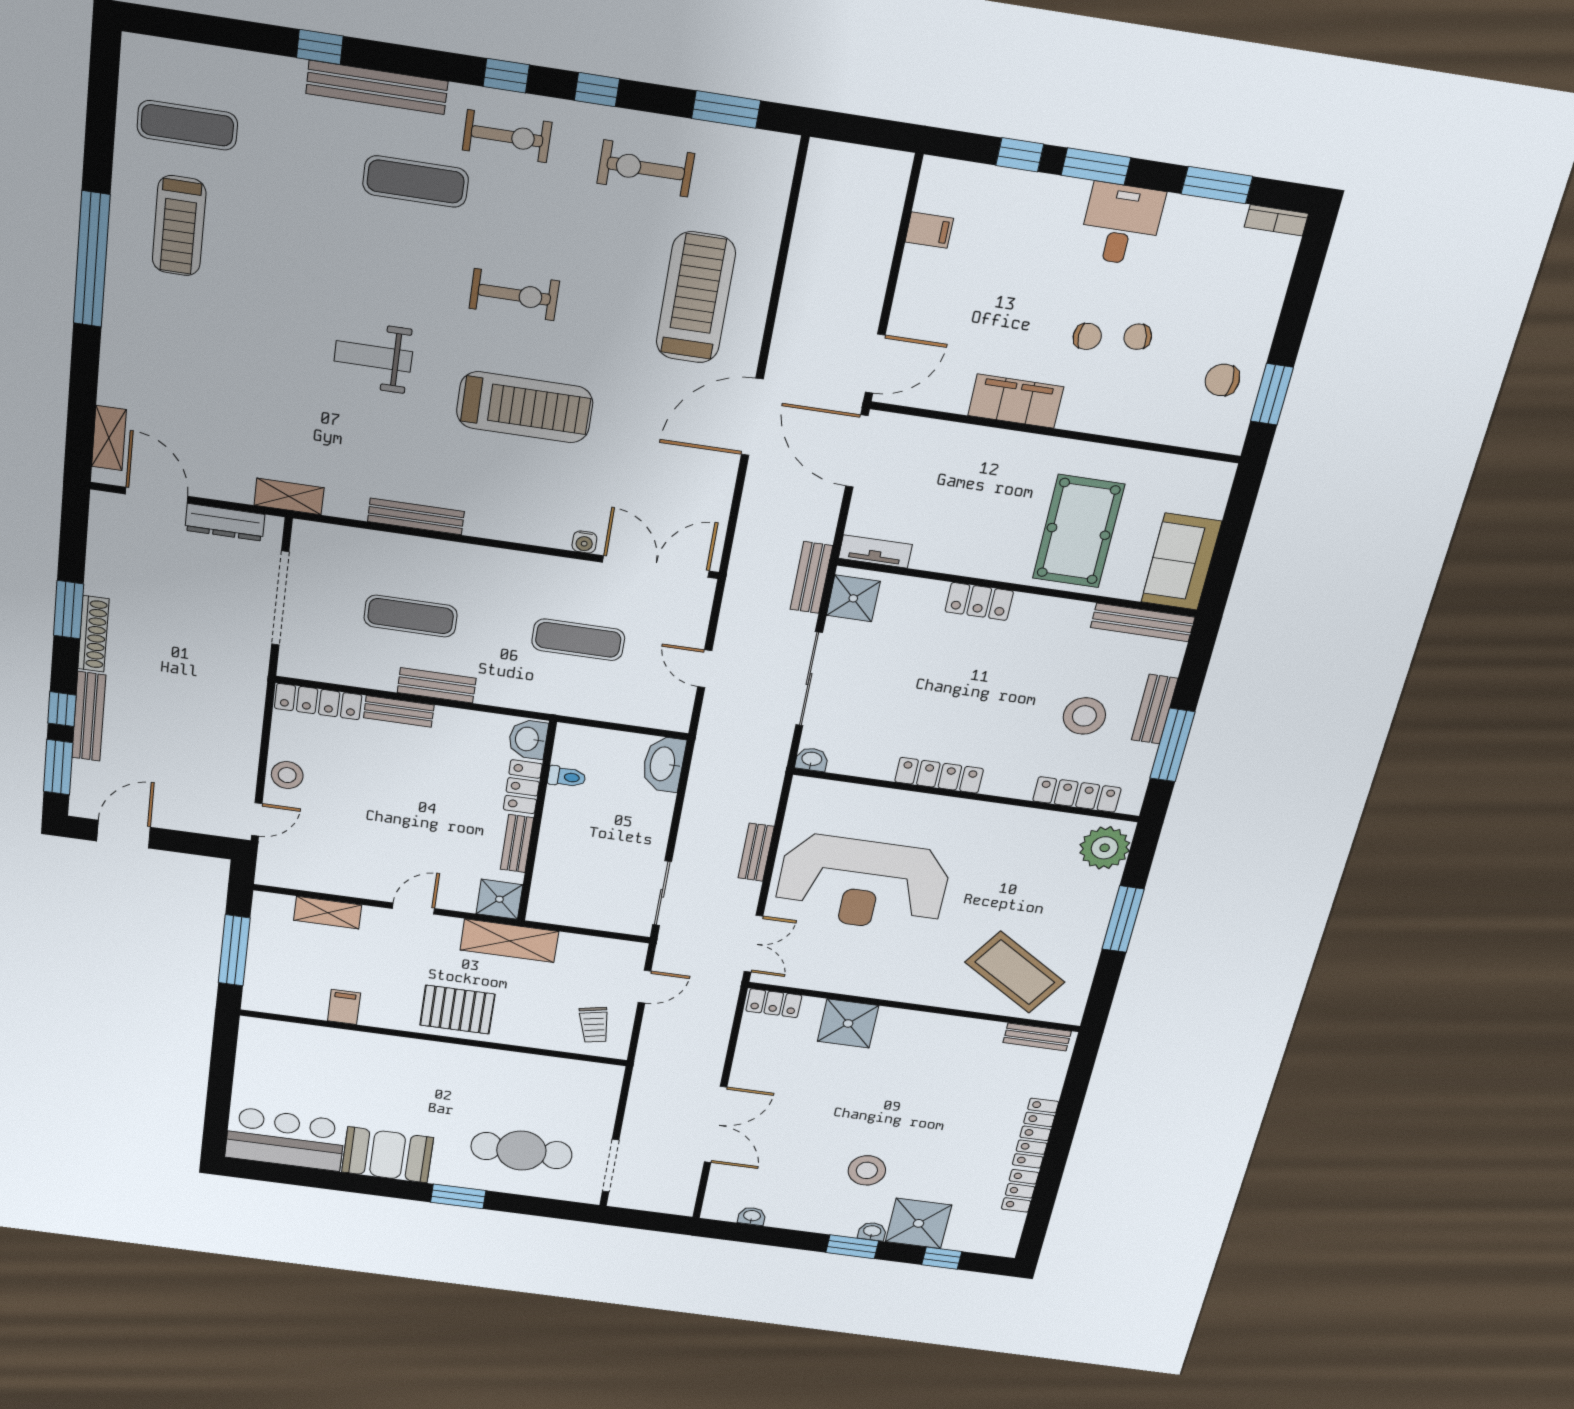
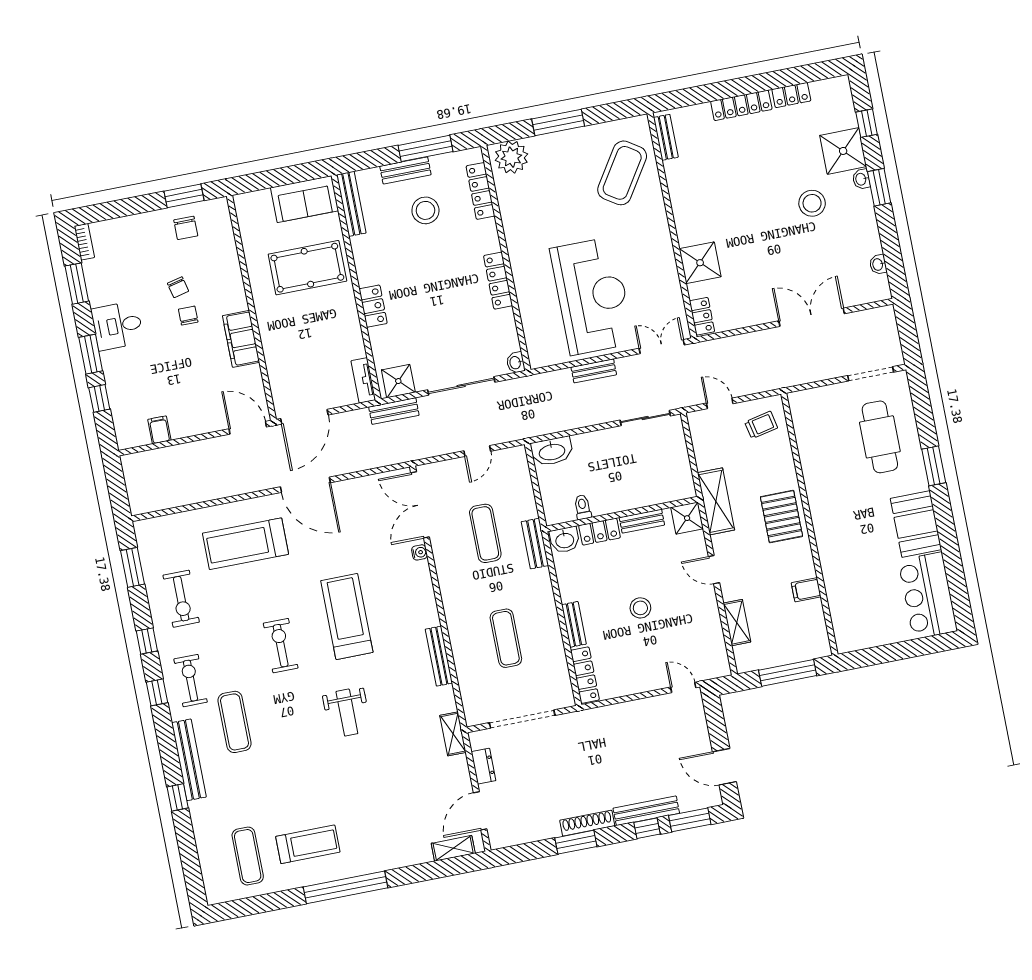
dresser: (225, 522) -> (483, 766), width x0.70
bench: (437, 685) -> (535, 544), moved
stool: (287, 775) -> (640, 608), moved

